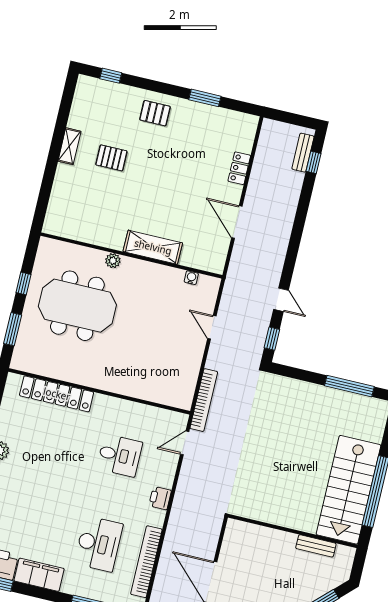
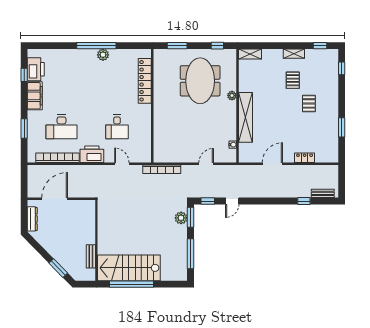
window: (67, 101) -> (320, 46), added
pallet: (155, 113) -> (309, 103), moved
window: (313, 162) -> (304, 201), moved
shelving: (53, 216) -> (250, 54), added
shelving: (153, 247) -> (245, 117), width x1.47
window: (23, 283) -> (217, 46), moved
window: (291, 372) -> (191, 217), added
plant: (289, 388) -> (181, 218), added
door: (185, 443) -> (122, 164), moved
printer: (160, 498) -> (92, 154), width x1.87, depth x1.48

